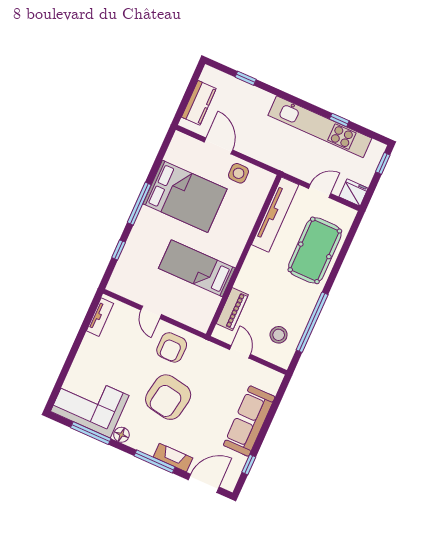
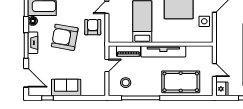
tv unit: (275, 215) -> (163, 51), moved
armchair: (172, 347) -> (93, 27), turned 90
sofa: (249, 421) -> (66, 87), width x0.73
fireplace: (173, 458) -> (33, 43), moved

